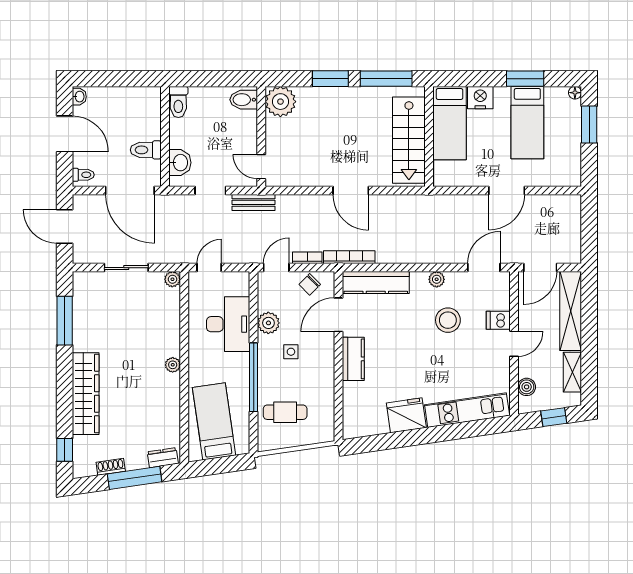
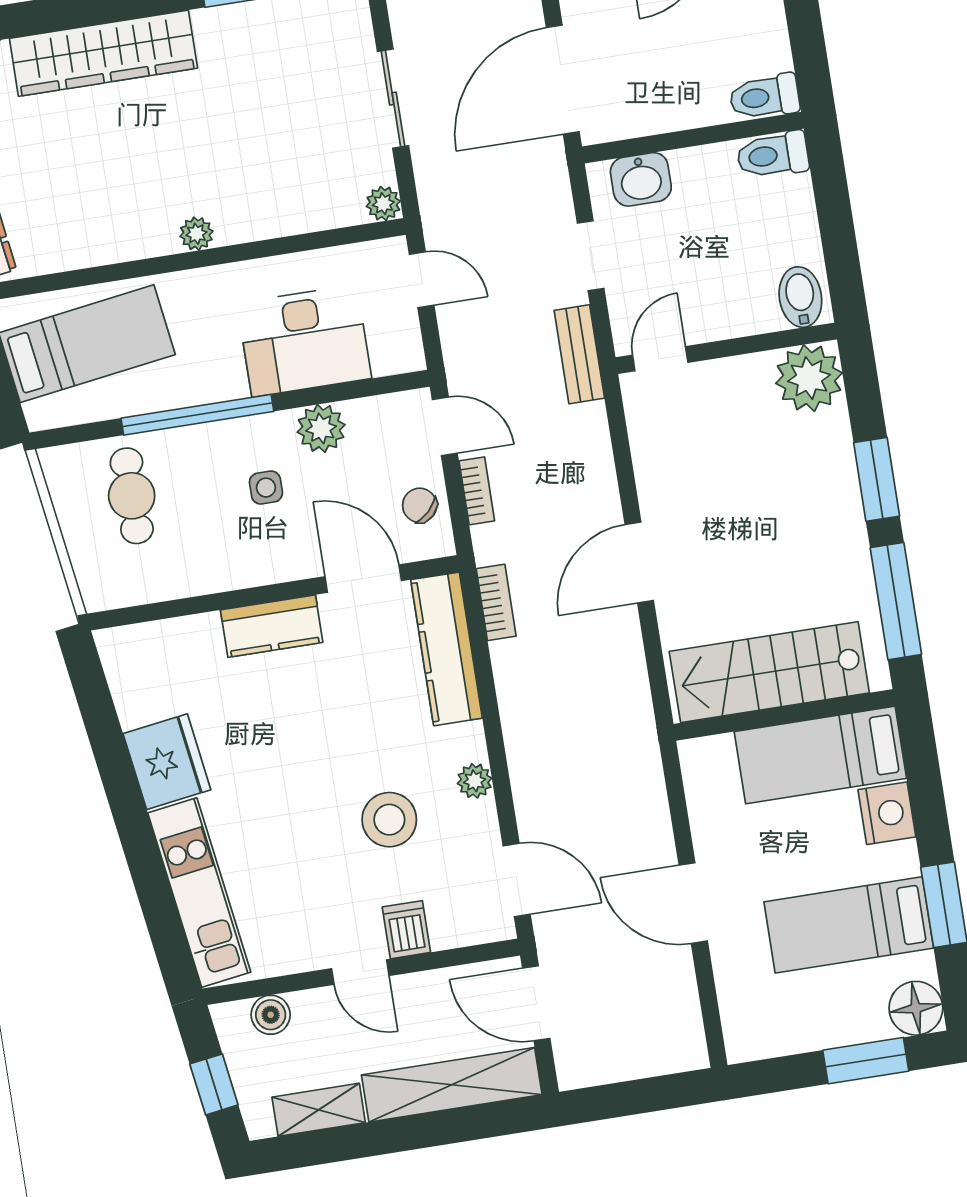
floor lamp: (575, 93) -> (916, 1008), width x1.89, depth x1.89
toilet: (146, 150) -> (765, 97), moved, turned -90
bookcase: (349, 257) -> (496, 602), width x0.64

